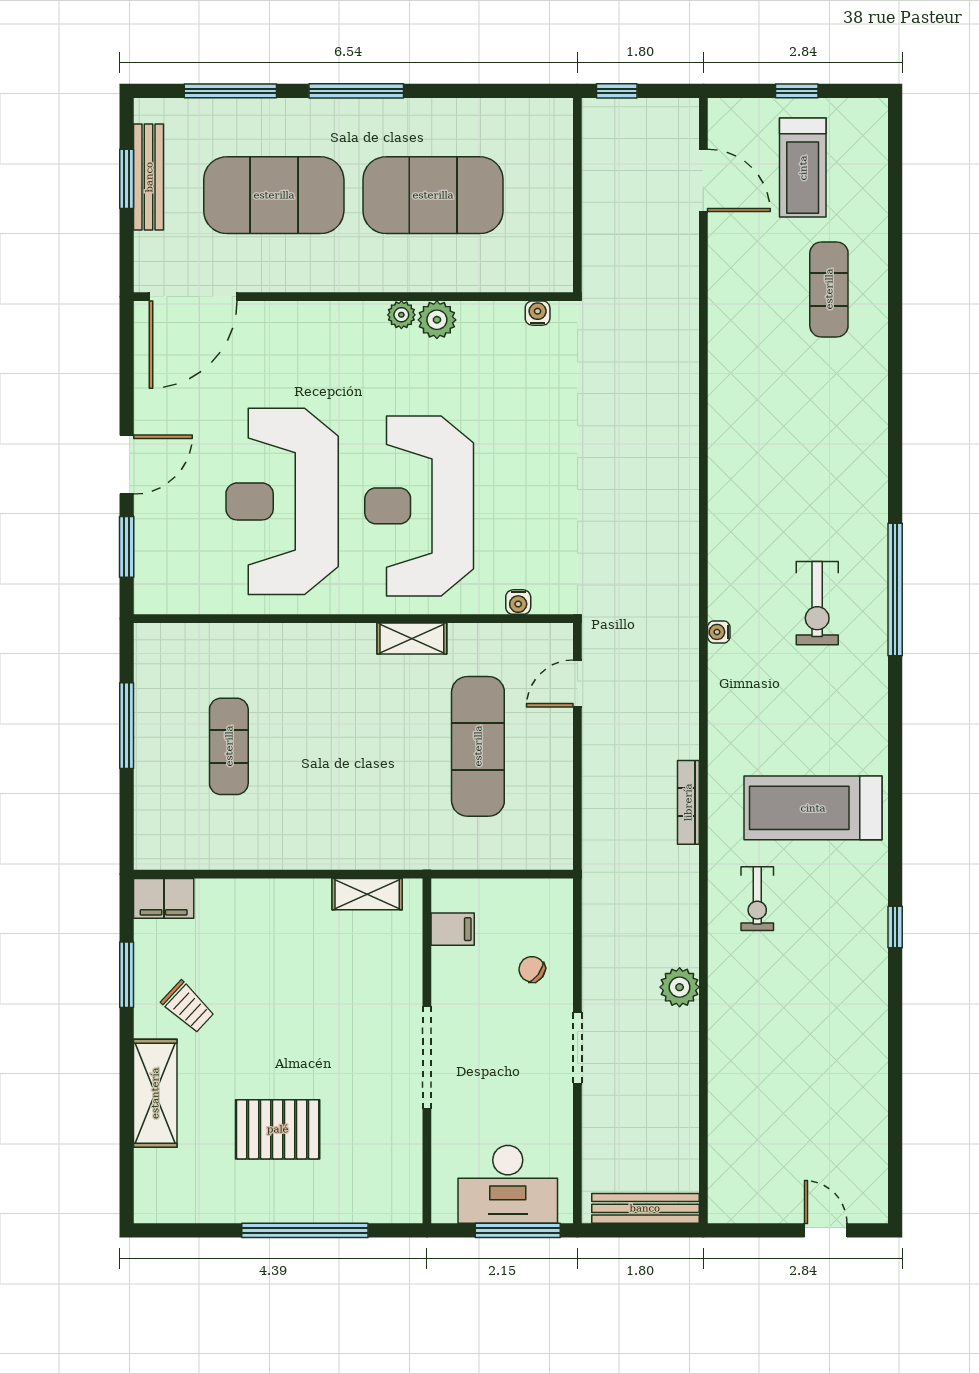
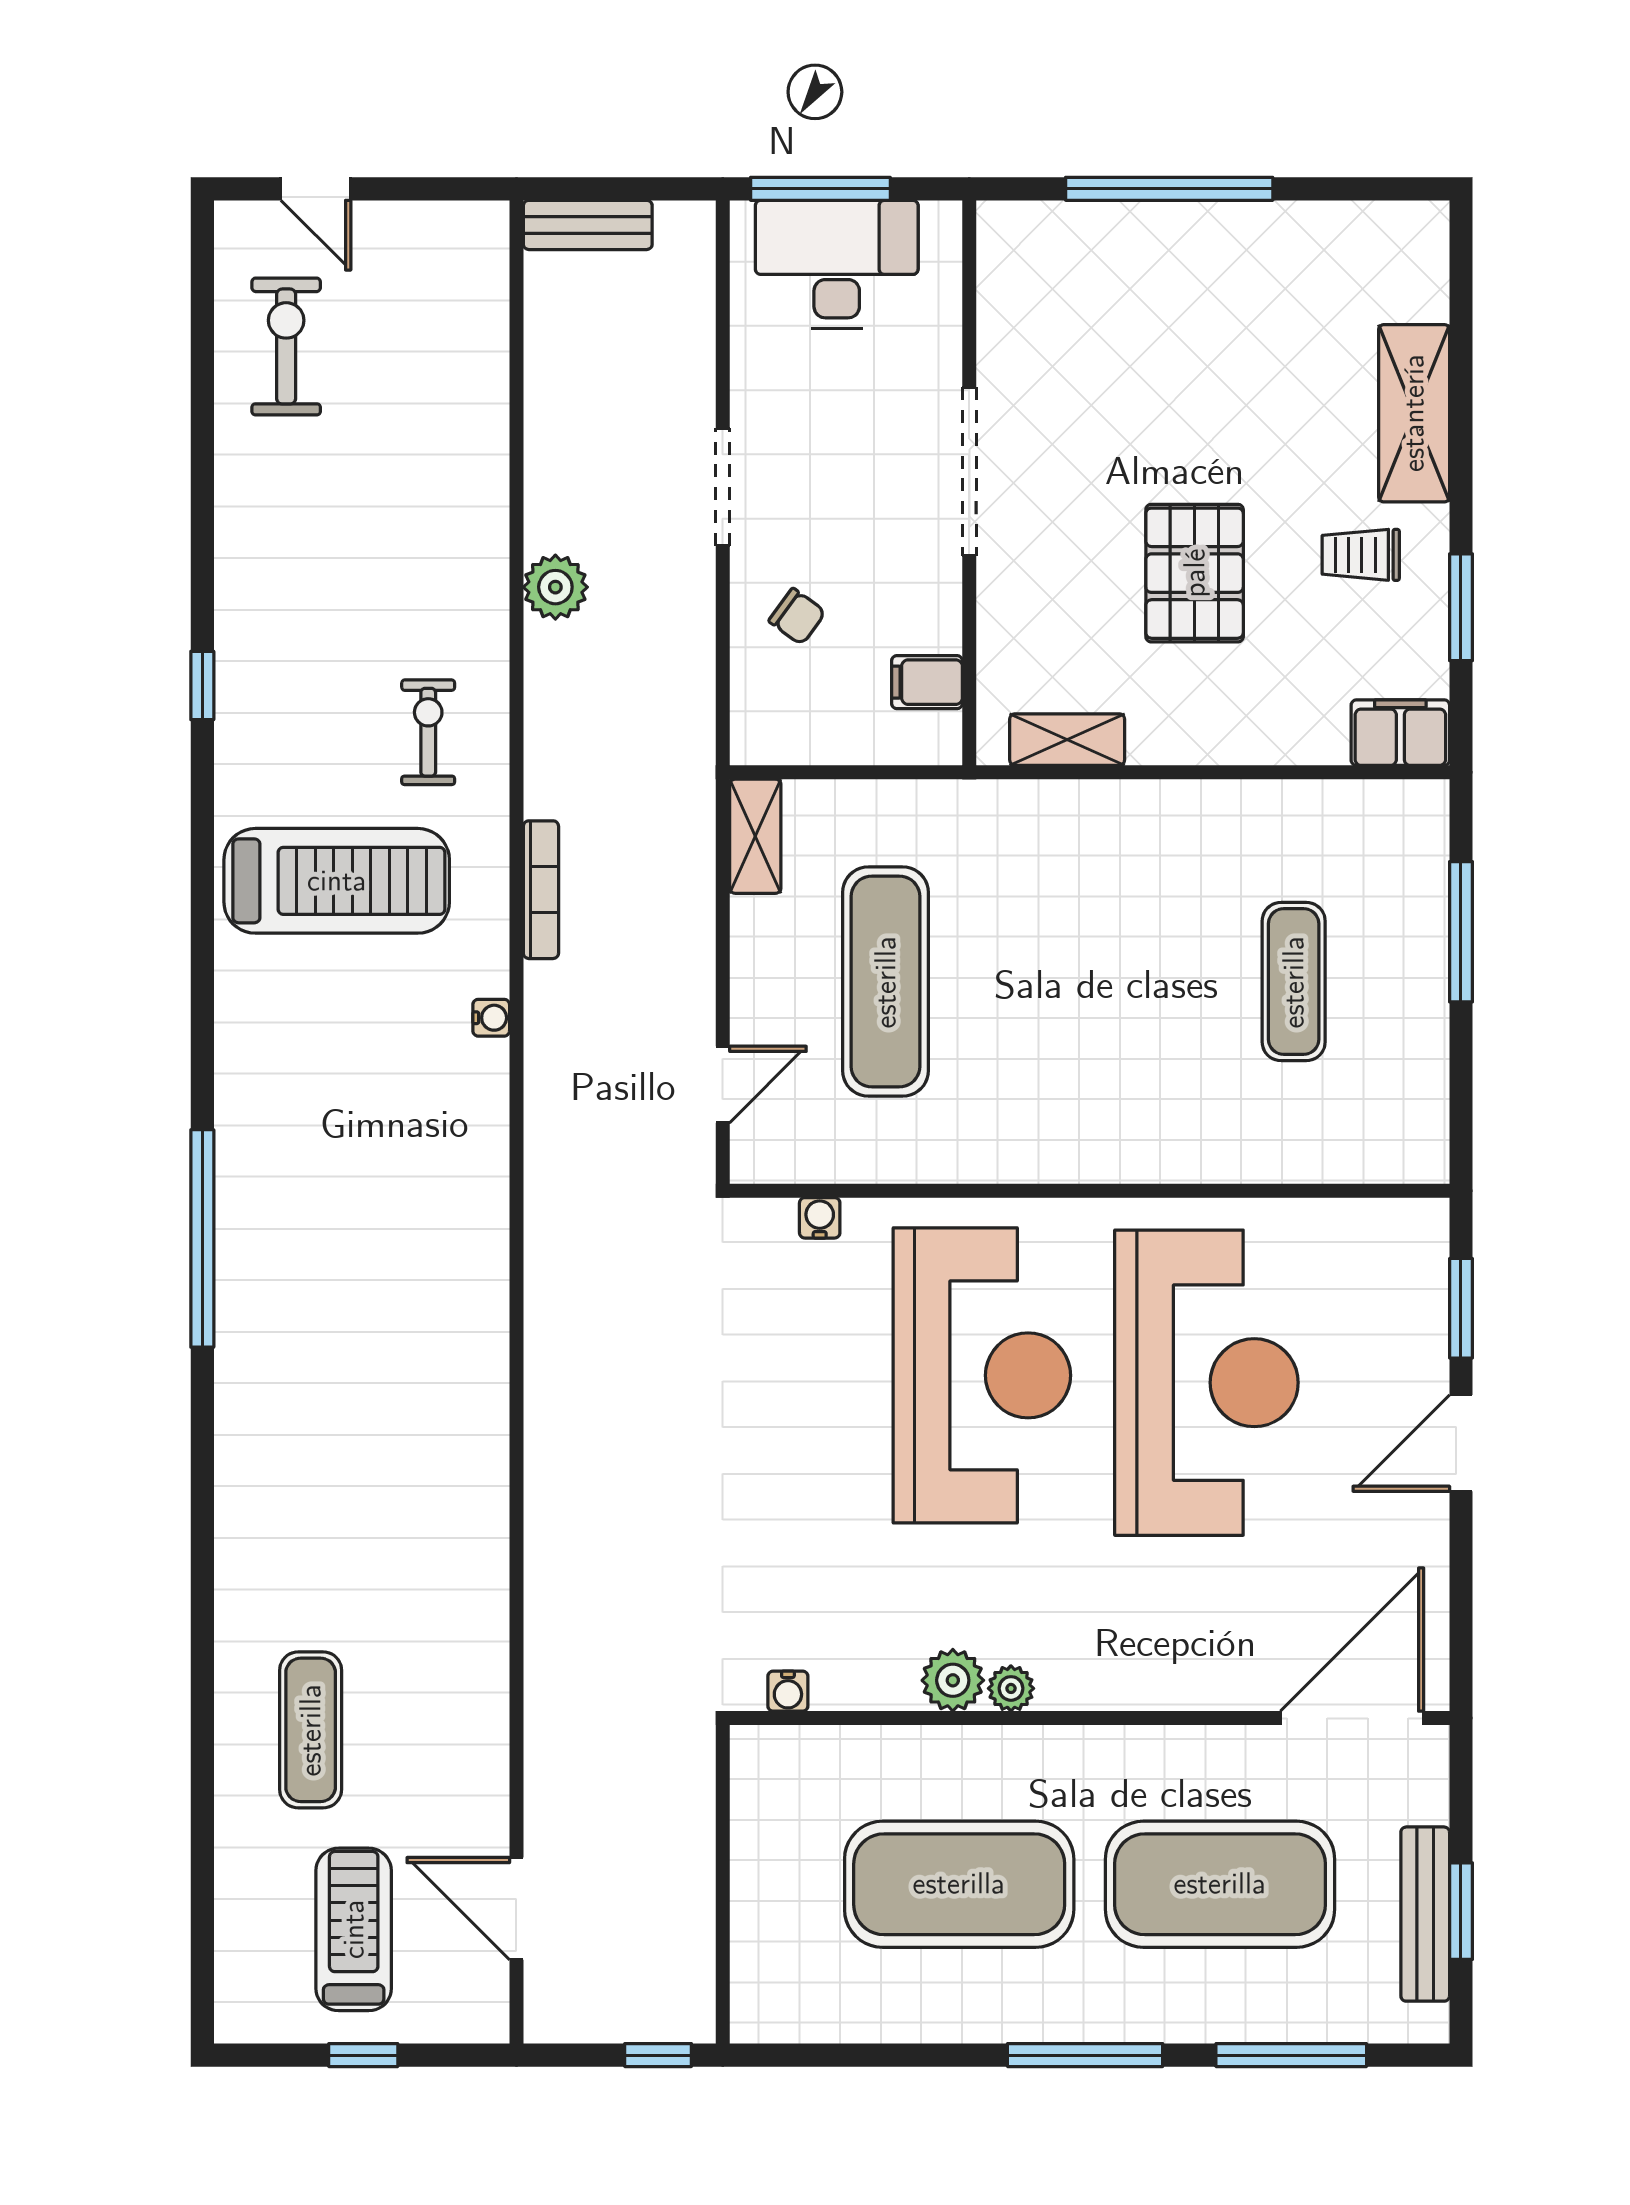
exercise bike: (817, 603) -> (286, 346), moved
water cooler: (719, 632) -> (491, 1018), moved
shelving: (412, 639) -> (755, 836), moved, turned 90
window: (127, 726) -> (1461, 932), moved
trolley: (188, 1007) -> (1361, 555), turned -43
pallet: (278, 1129) -> (1195, 573), moved, turned 90
bench: (645, 1208) -> (588, 225), width x0.73

